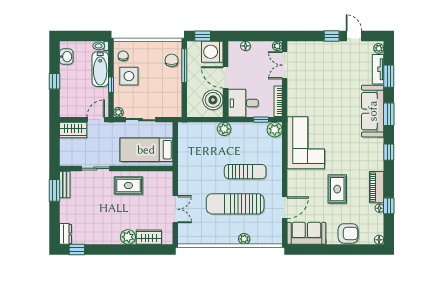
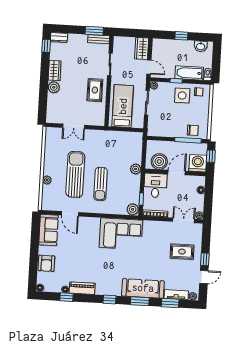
rug: (337, 189) -> (182, 252), moved
wardrobe: (149, 237) -> (55, 70), moved

